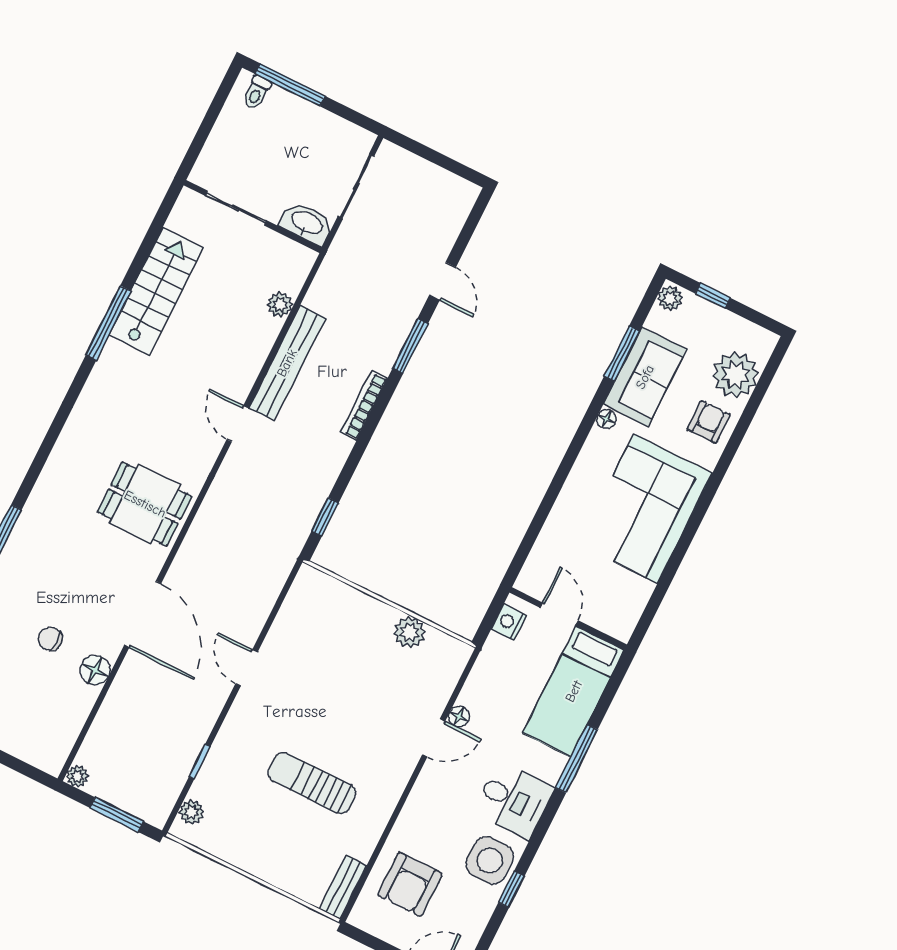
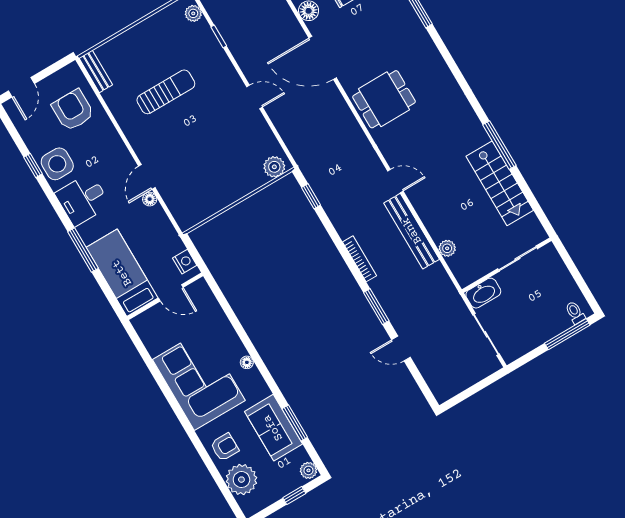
floor lamp: (606, 419) -> (247, 362), moved
armchair: (709, 422) -> (225, 447), turned -90
plant: (410, 632) -> (274, 167), moved

